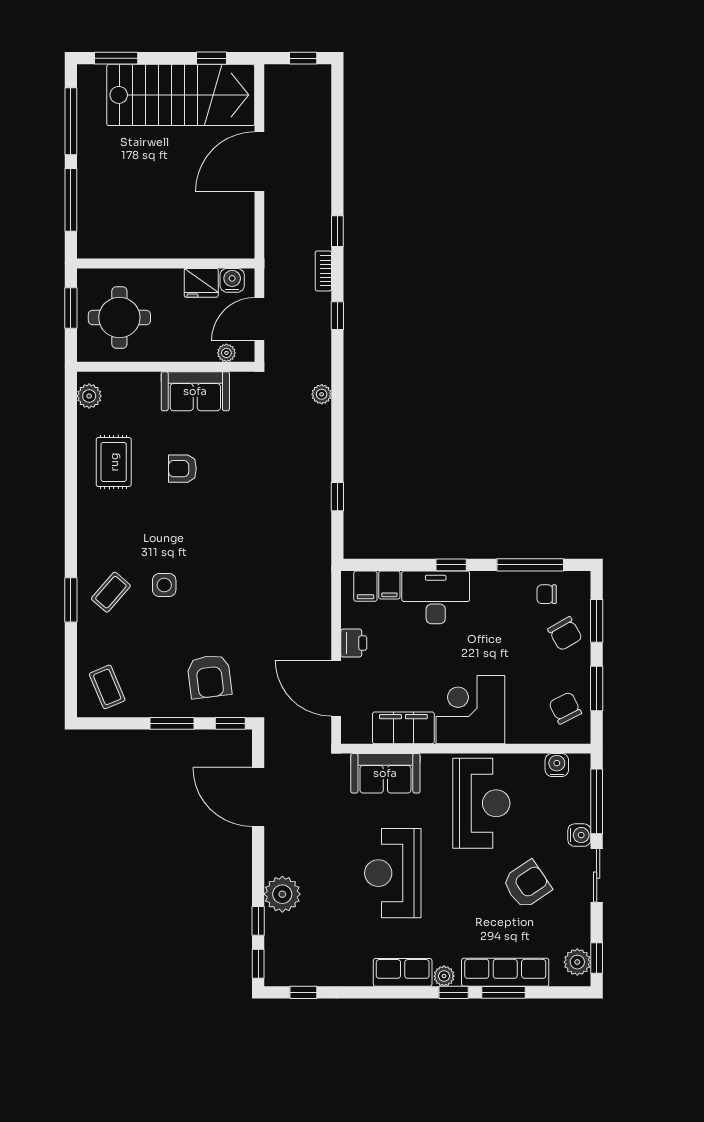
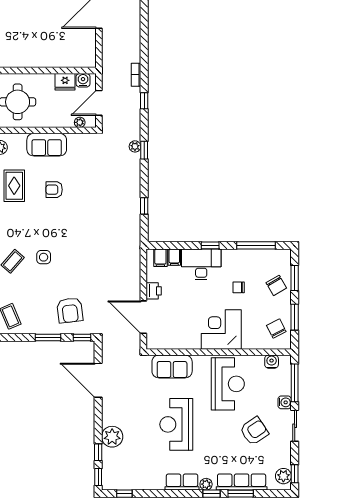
window: (337, 231) -> (144, 150), moved
sofa: (195, 391) -> (47, 145), moved
chair: (547, 594) -> (239, 287), moved
filing cabinet: (403, 728) -> (182, 340), removed

